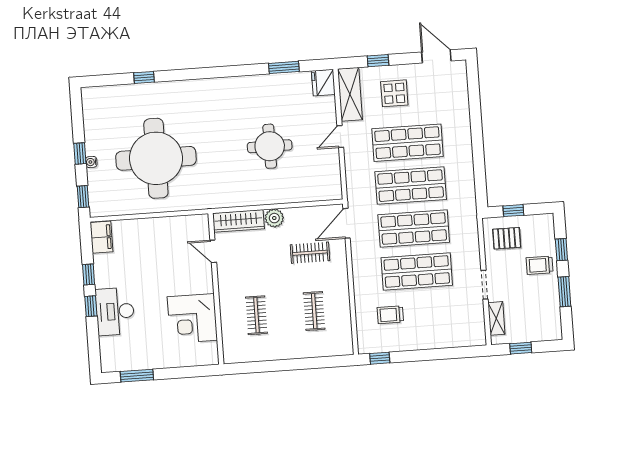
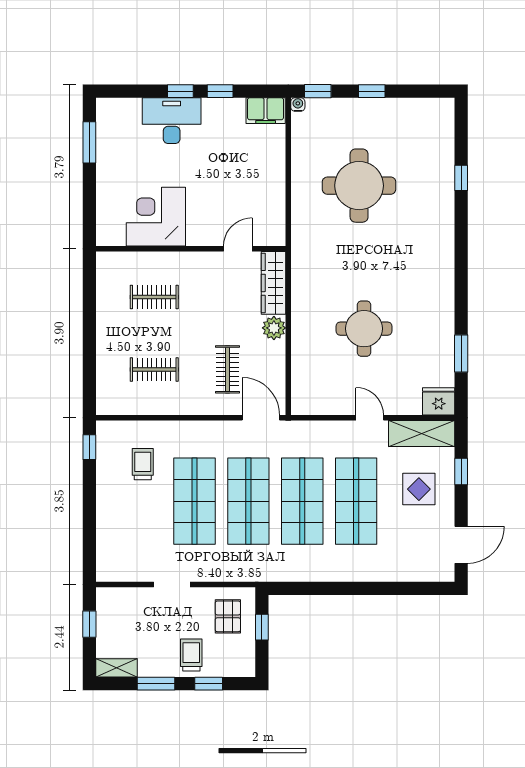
round table: (156, 158) -> (359, 186), width x0.73, depth x0.73
water cooler: (91, 162) -> (298, 104), moved
shelving: (496, 318) -> (117, 668), moved

